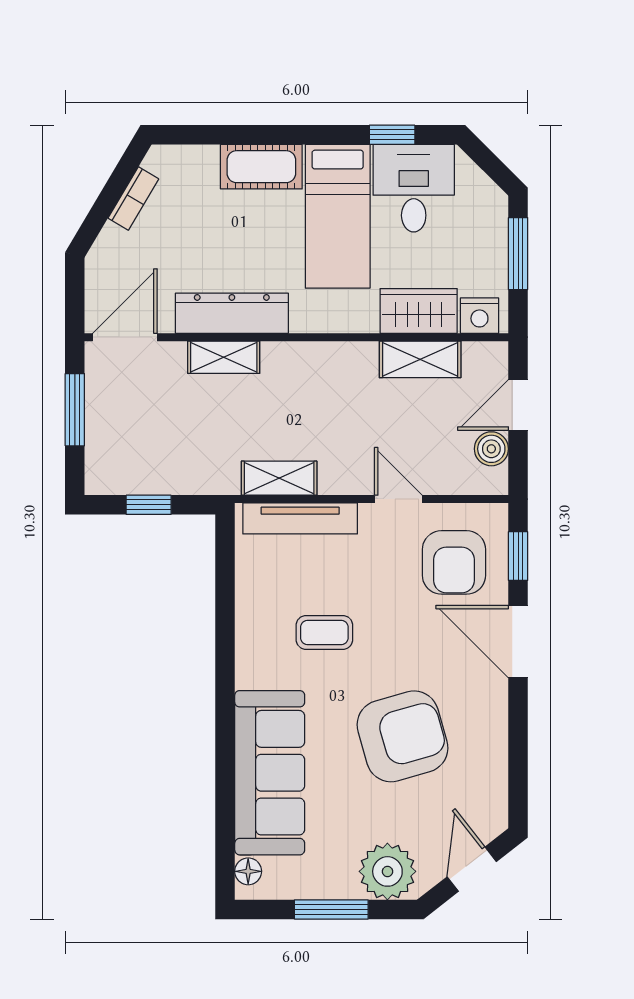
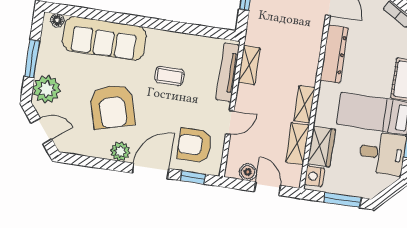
shelving: (224, 357) -> (304, 104), moved
coffee table: (324, 632) -> (169, 76), turned 90
plant: (489, 707) -> (120, 151), added

